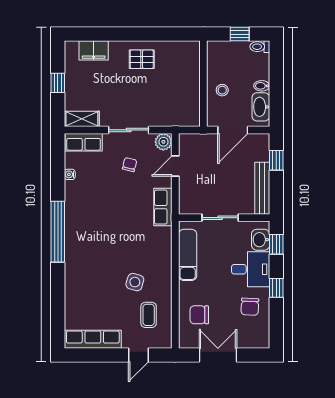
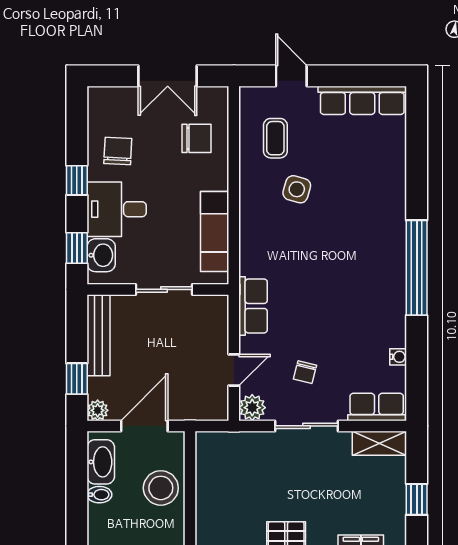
stool: (222, 90) -> (161, 488), width x1.89, depth x1.89
plant: (263, 140) -> (98, 410), added
door: (138, 355) -> (291, 76), hinge flipped

